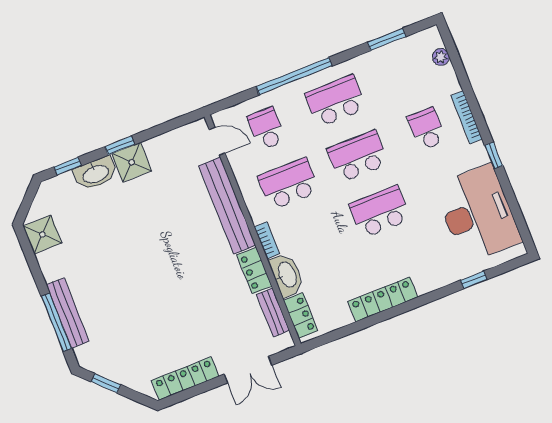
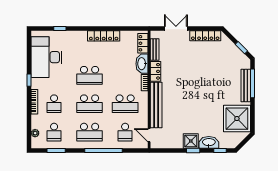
school desk: (405, 73) -> (54, 132), added
shower: (42, 234) -> (237, 119), width x1.86, depth x1.86

